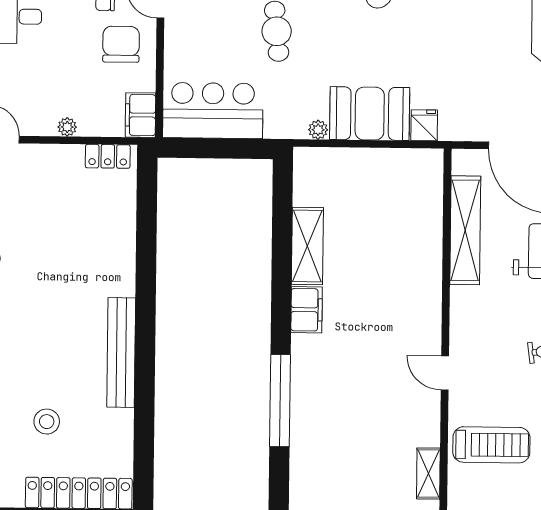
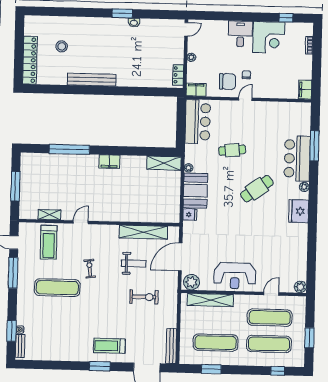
shelving: (307, 246) -> (164, 163), moved
shelving: (428, 474) -> (49, 215), moved

